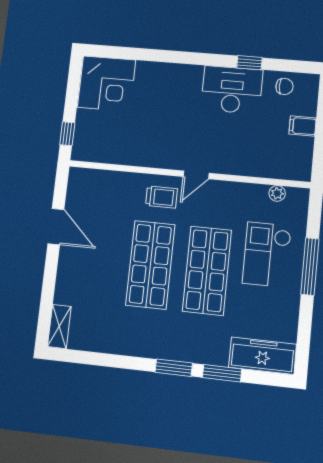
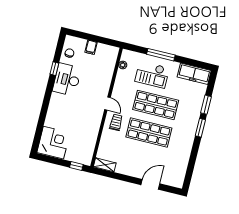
door: (56, 227) -> (150, 184), moved
shelving: (59, 326) -> (105, 165), moved
freezer: (263, 356) -> (194, 74), moved, turned -90

